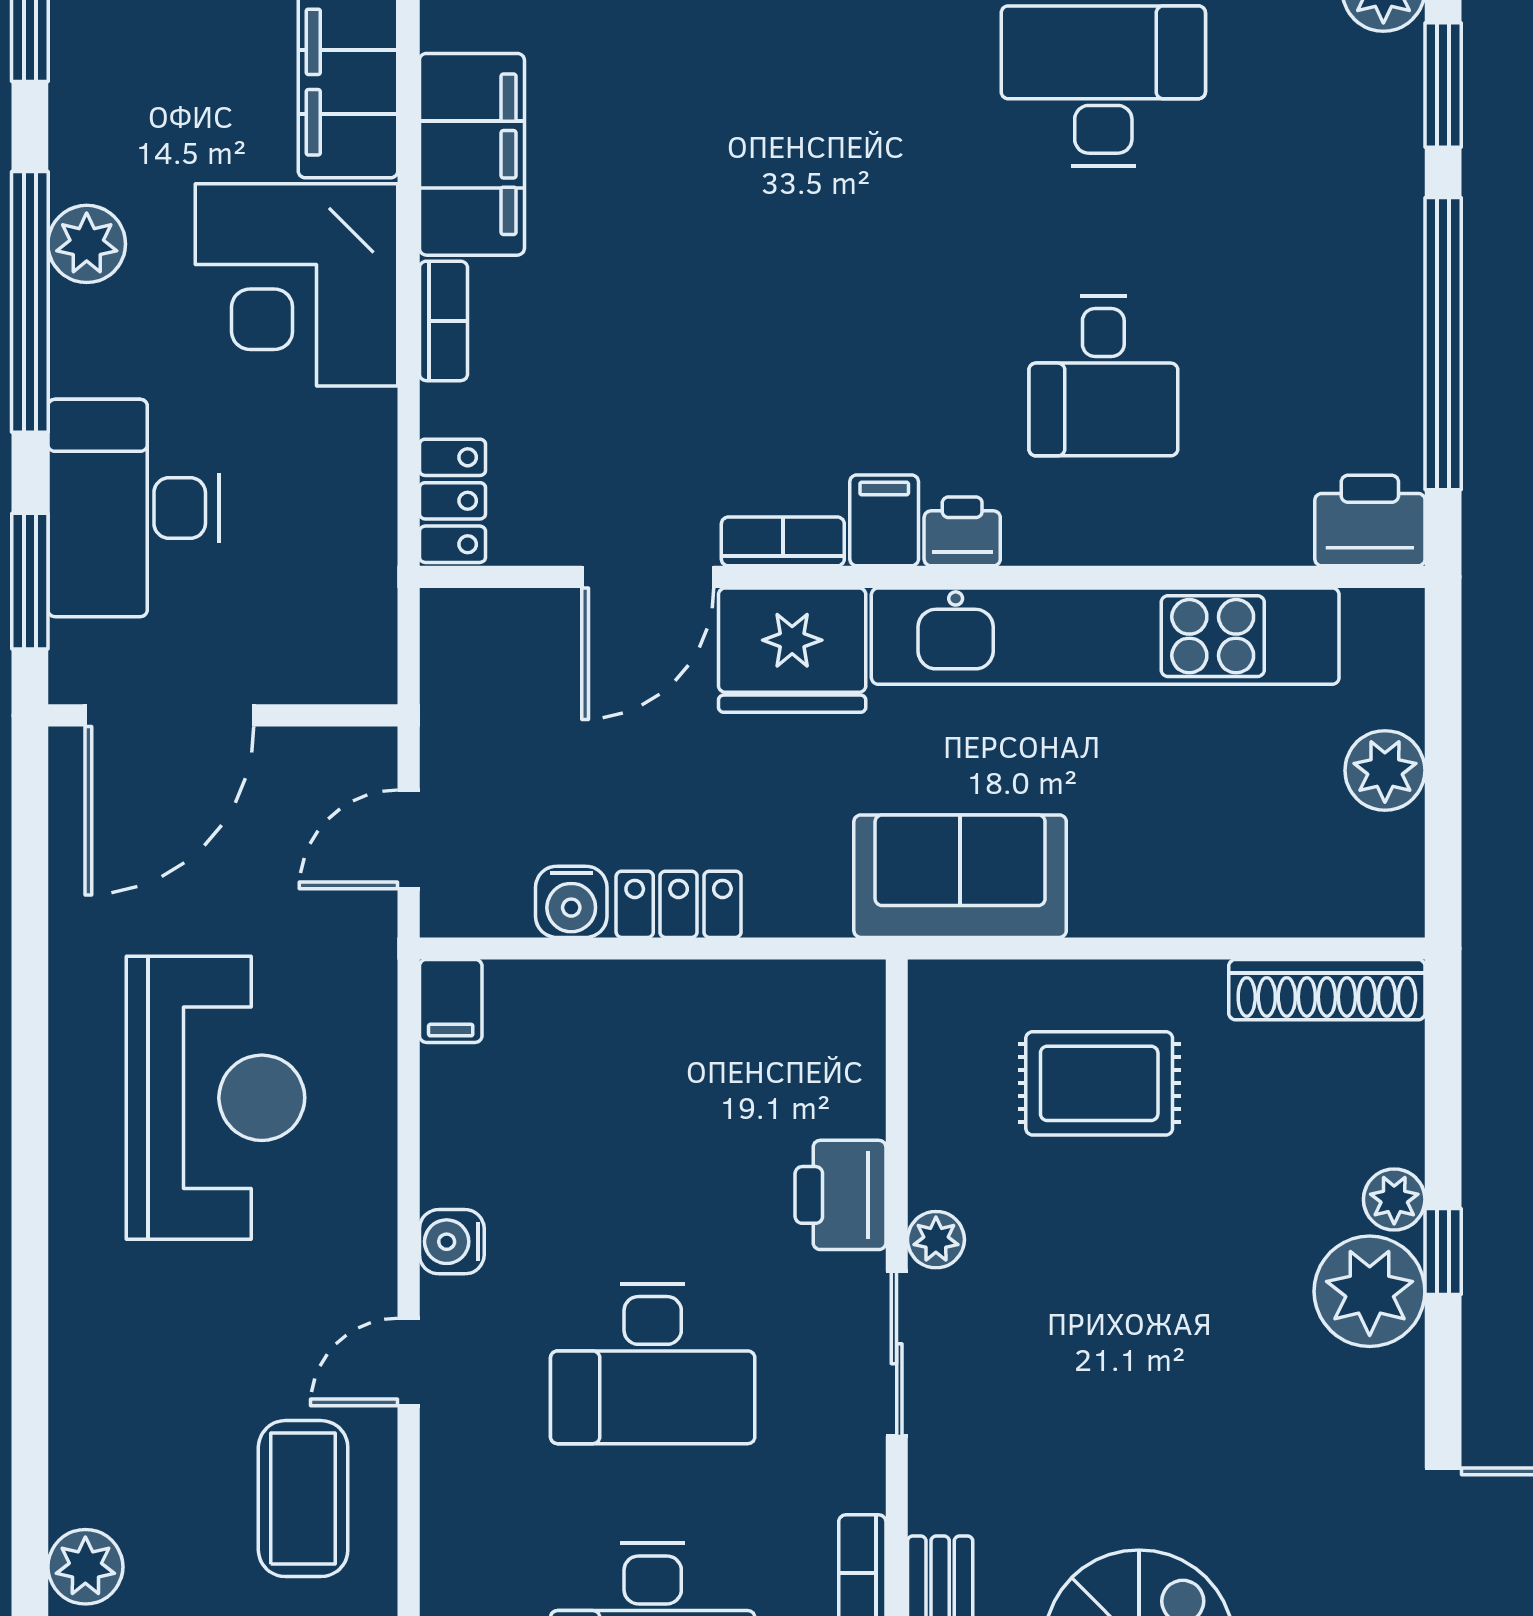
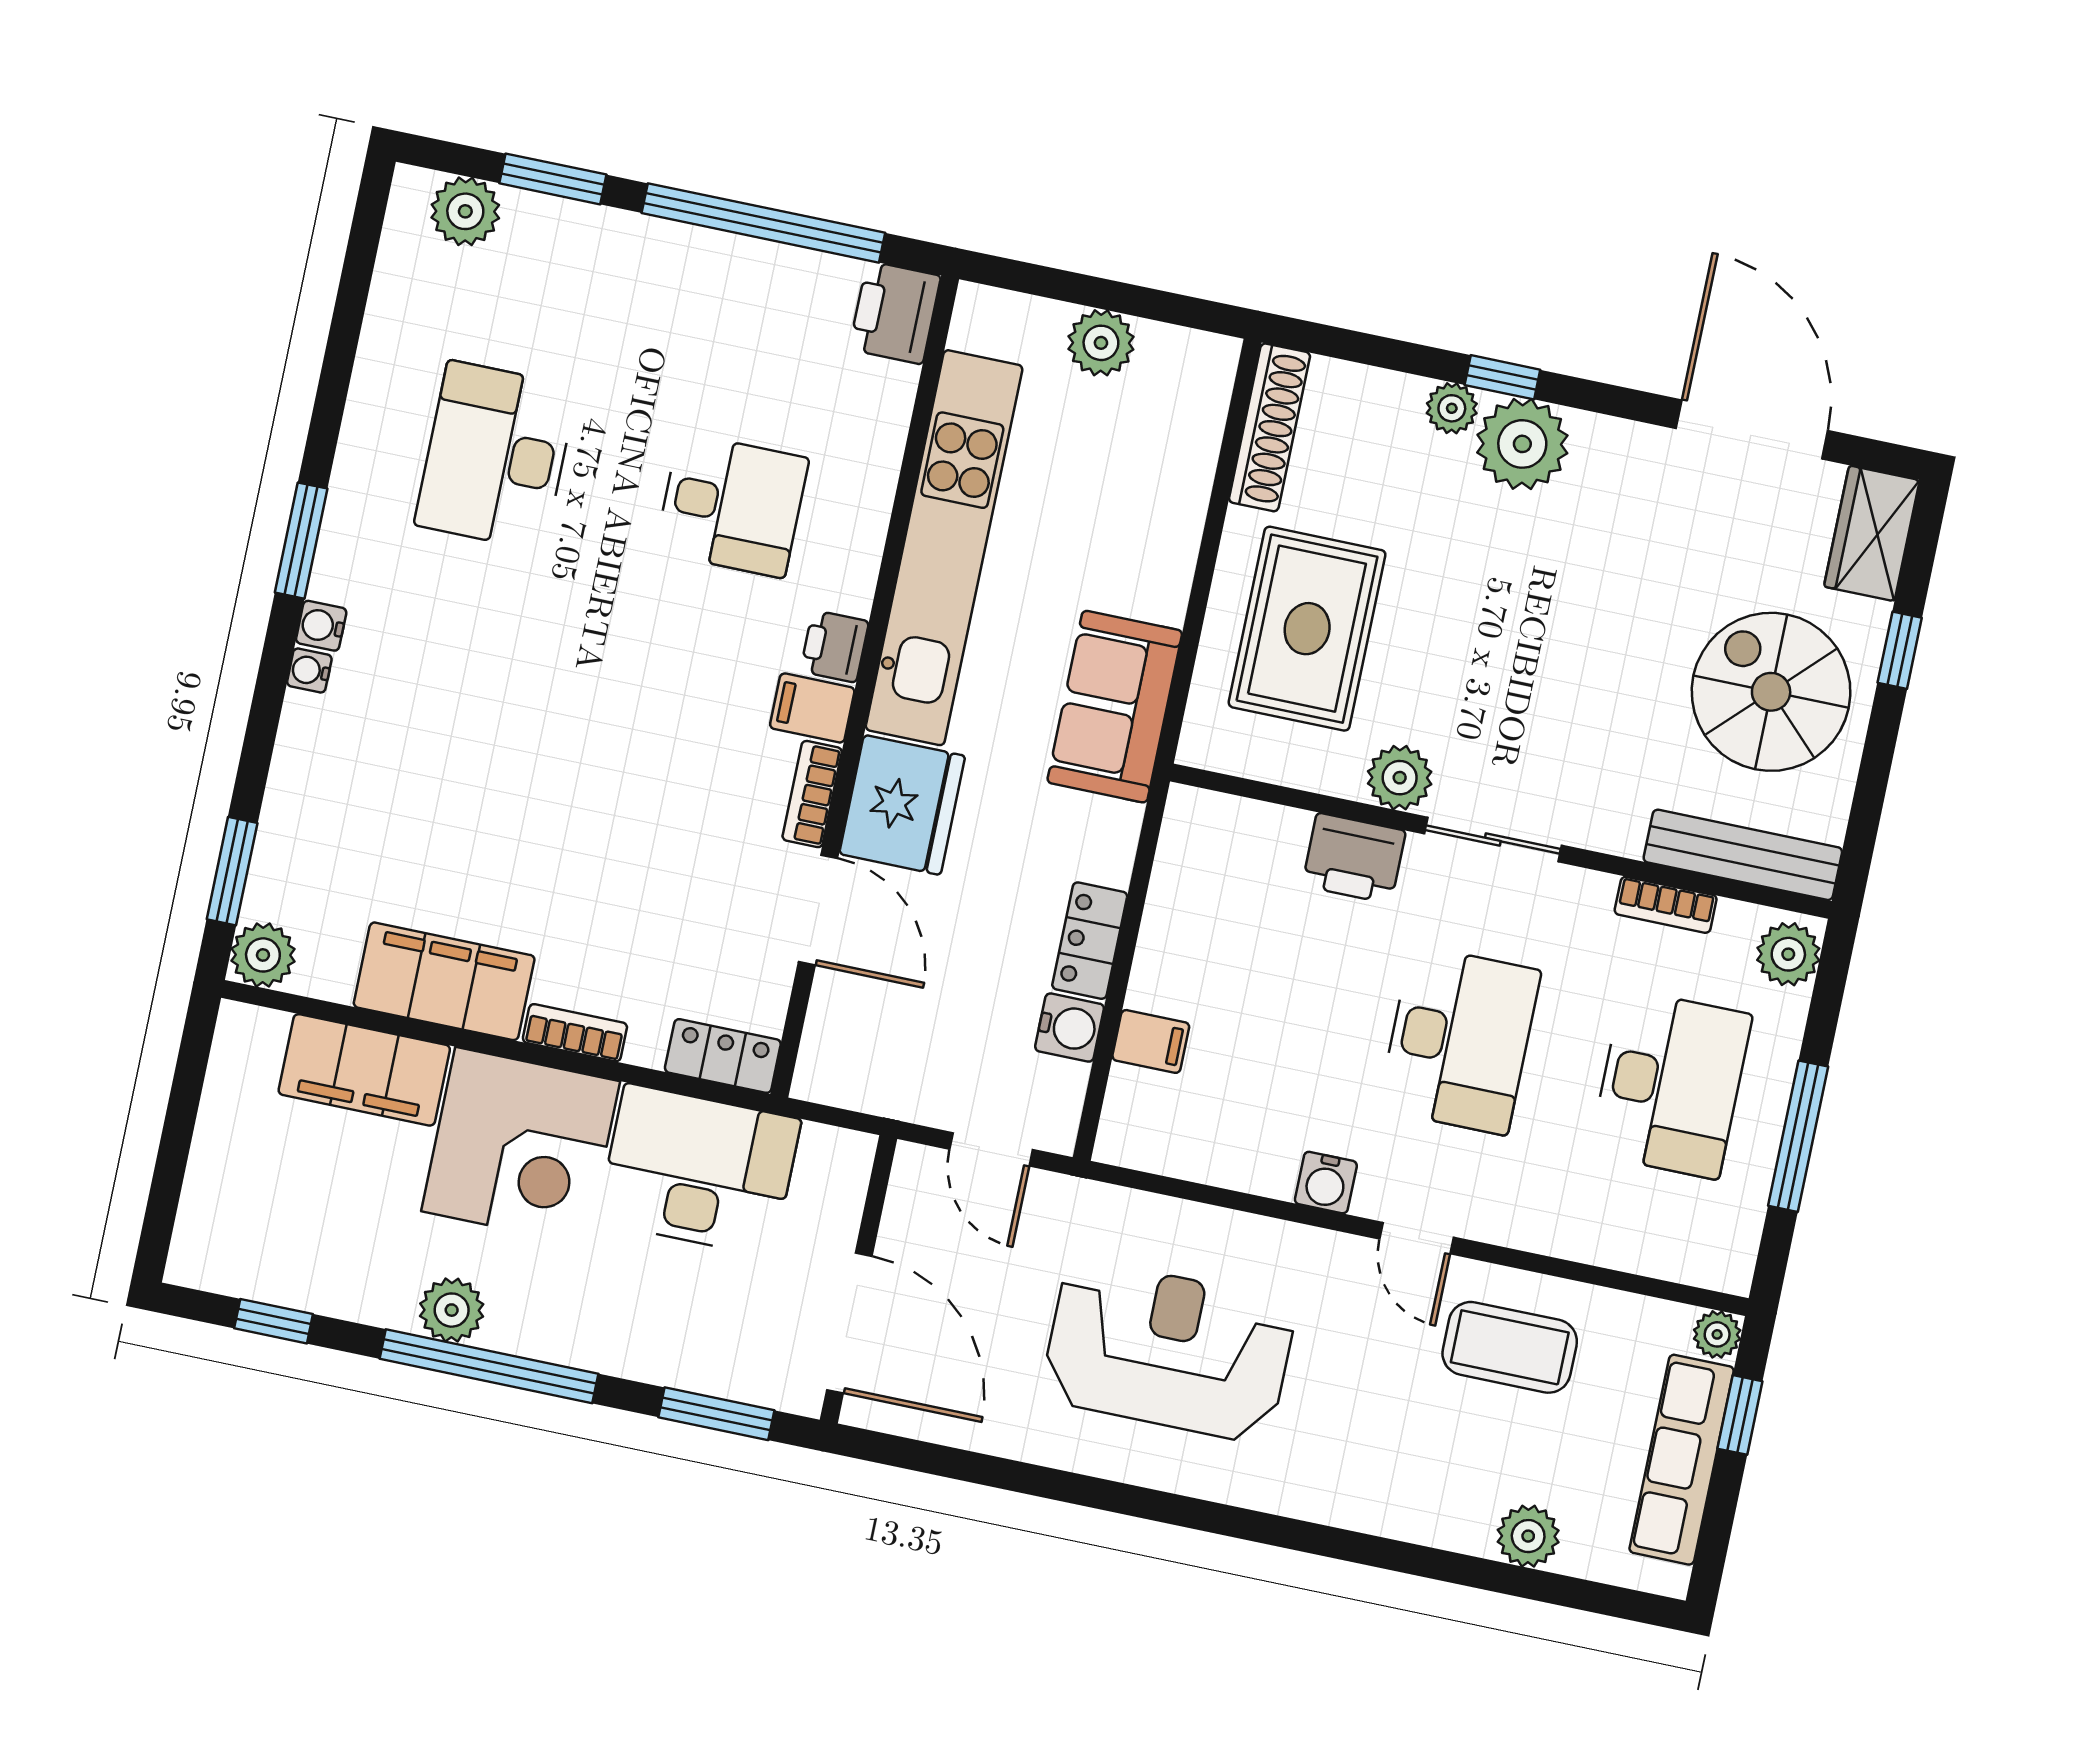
desk: (133, 508) -> (699, 1170), moved, turned 180
filing cabinet: (451, 1001) -> (1151, 1041), moved
rug: (1099, 1083) -> (1307, 629), width x1.36, depth x1.43
plant: (936, 1240) -> (1400, 778), width x1.38, depth x1.38

